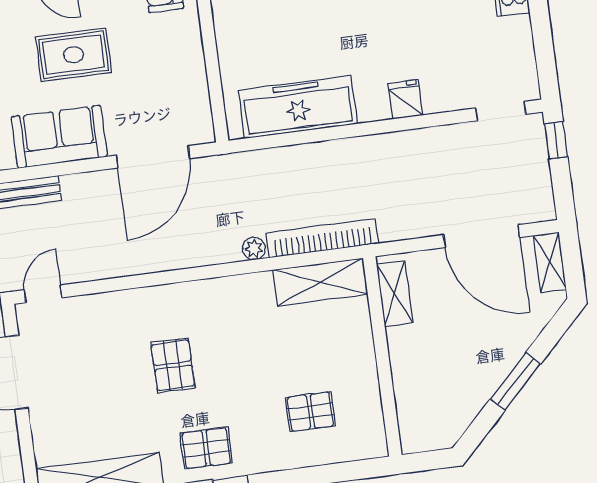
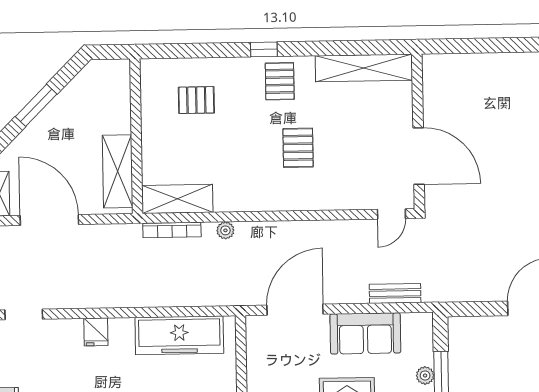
bookcase: (322, 238) -> (172, 230), width x0.68, depth x0.76
shelving: (394, 293) -> (118, 171), width x1.50, depth x1.33
pallet: (206, 448) -> (280, 81), turned 90

